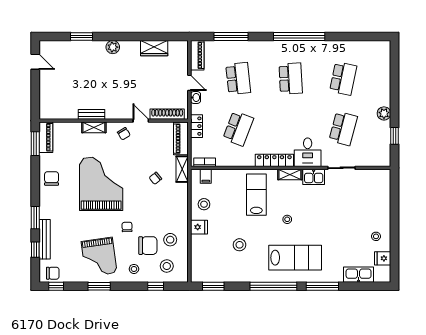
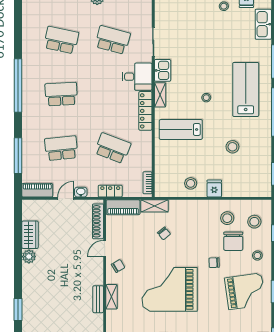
plant: (113, 47) -> (29, 257), moved
filing cabinet: (206, 176) -> (162, 181), removed
chair: (148, 246) -> (233, 241), turned 180

